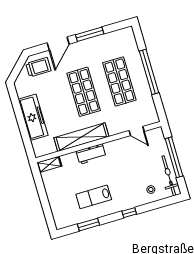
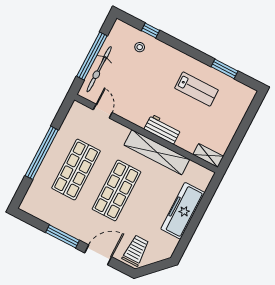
trolley: (38, 67) -> (136, 251), turned 90
bicycle: (169, 176) -> (99, 69), moved
window: (129, 213) -> (150, 31), moved

